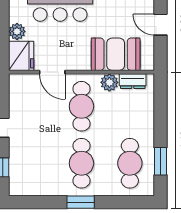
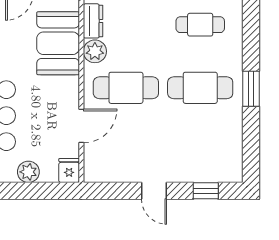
fridge: (21, 56) -> (69, 171), width x0.53, depth x0.75
cafe table: (130, 163) -> (200, 25), width x0.73, depth x0.74

